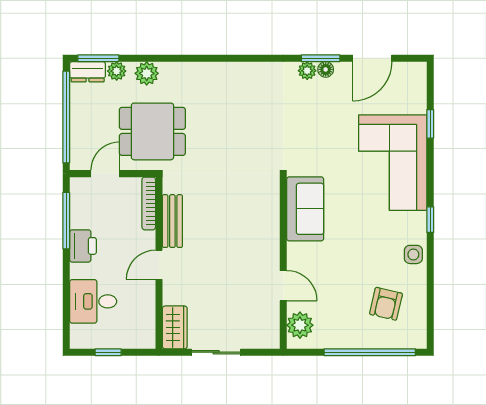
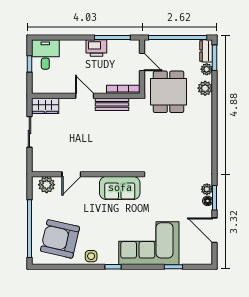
desk: (93, 301) -> (45, 54), moved
armchair: (386, 304) -> (60, 239), width x1.88, depth x1.88

